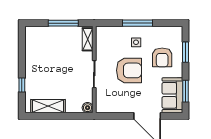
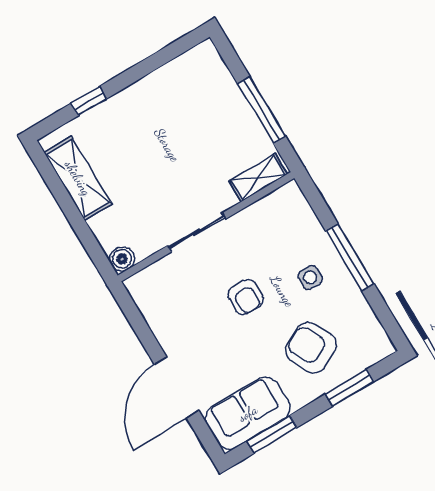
armchair: (162, 57) -> (311, 348), turned 63
armchair: (129, 70) -> (246, 297), width x0.53, depth x0.53

